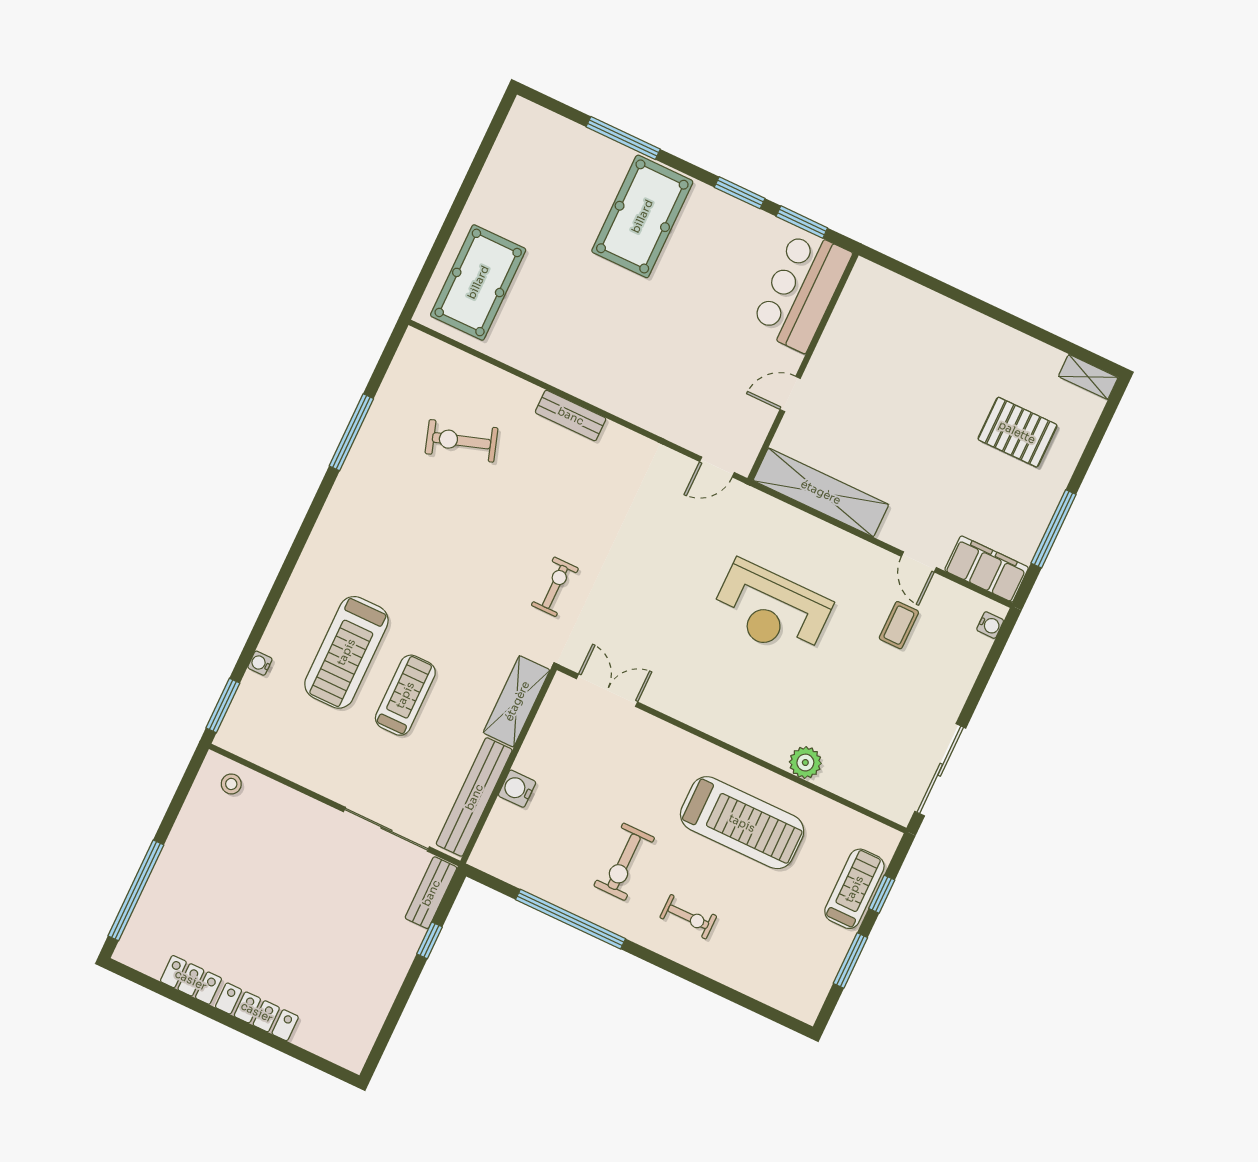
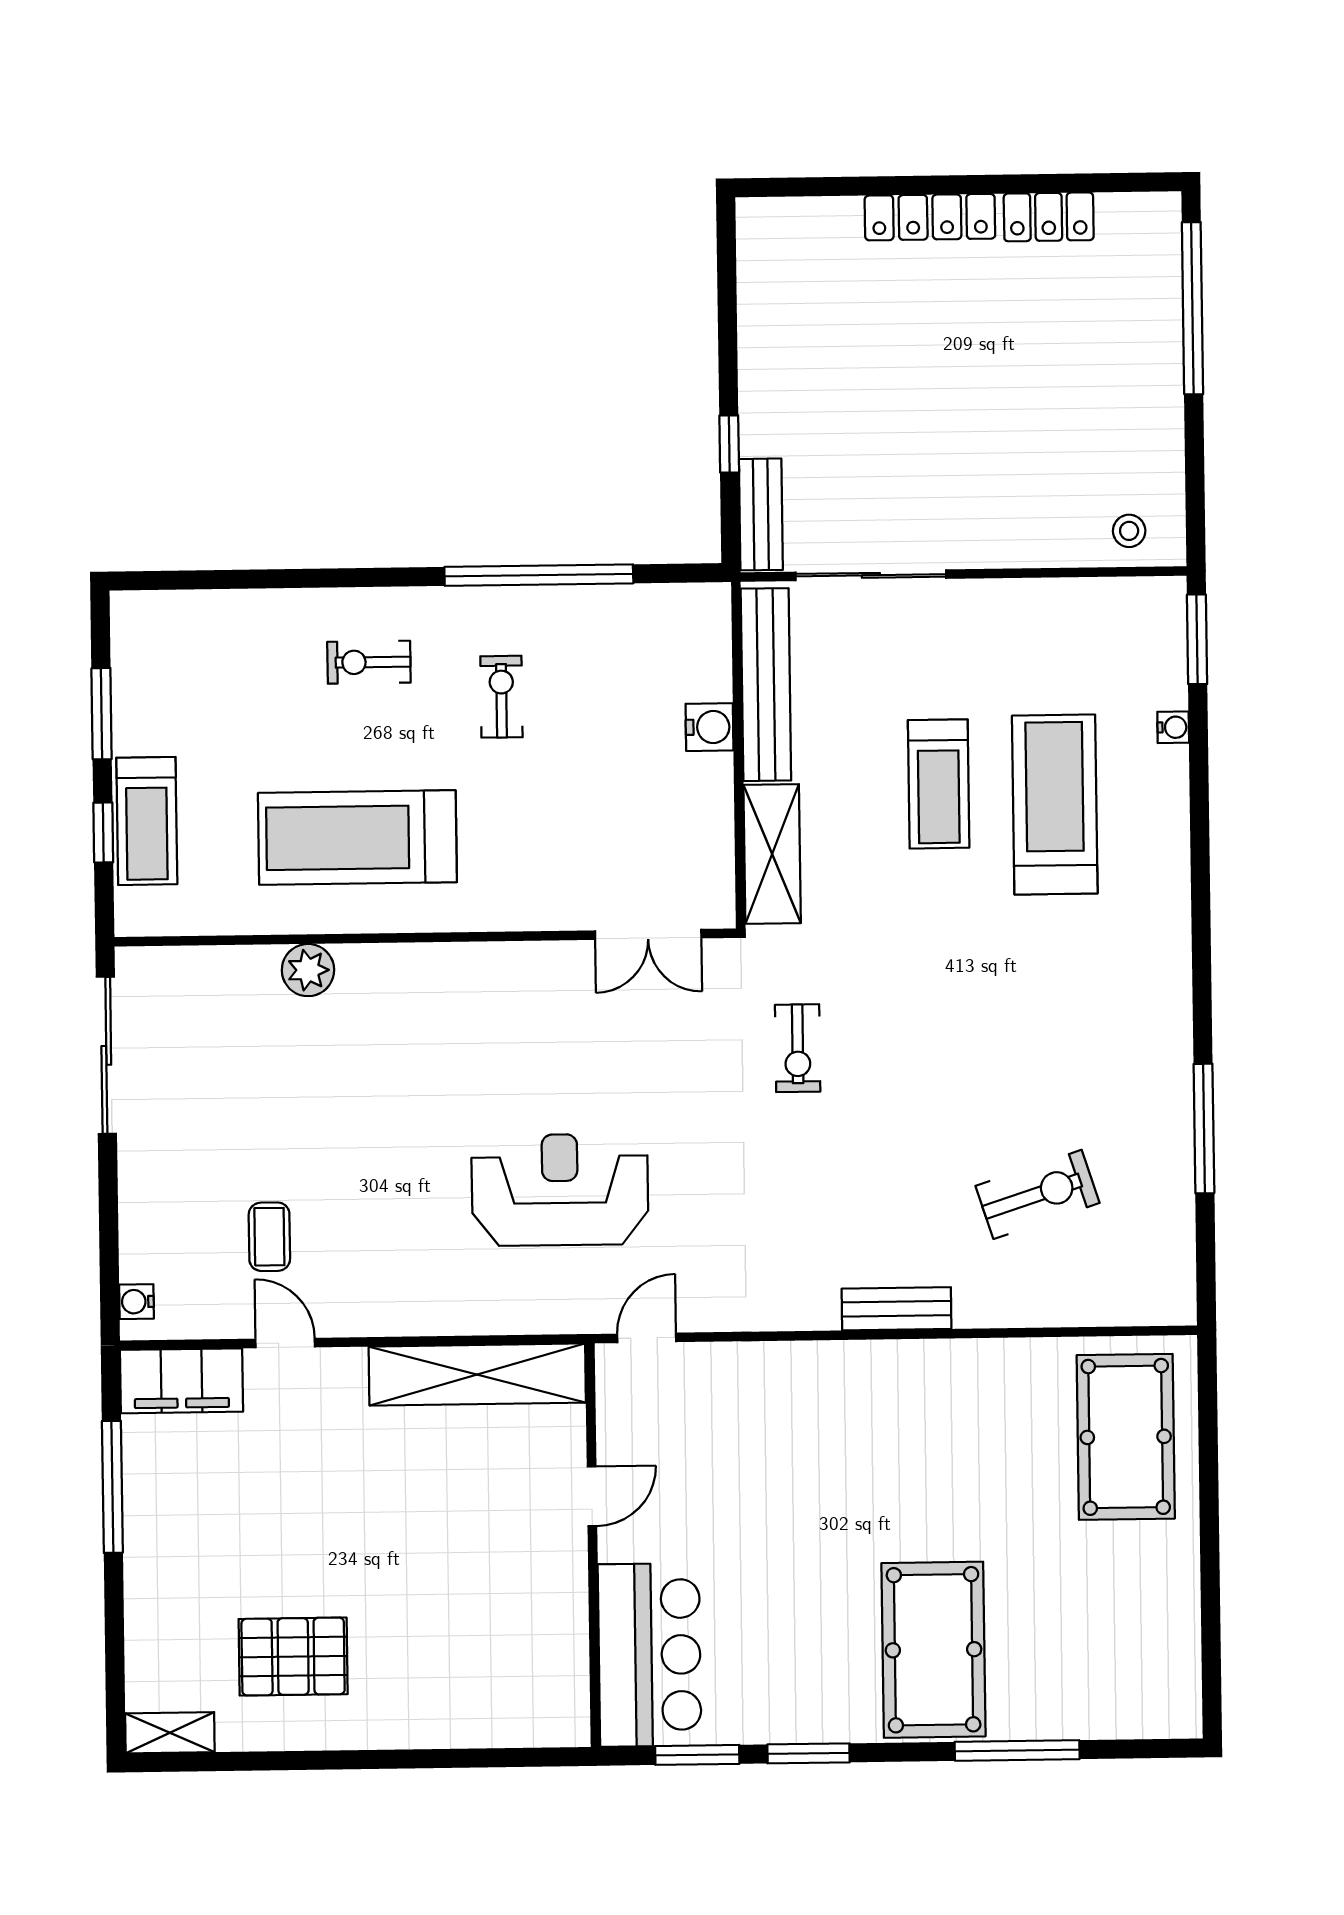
pallet: (1017, 432) -> (293, 1657), moved
reception desk: (771, 610) -> (560, 1190), moved
exercise bike: (624, 862) -> (501, 697), width x0.73, depth x0.72

